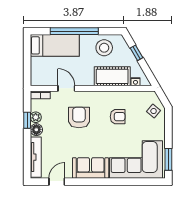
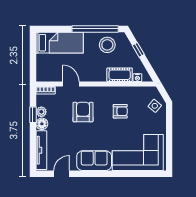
window: (74, 31) -> (95, 29), moved
cot: (112, 76) -> (120, 75), width x0.73, depth x0.75
window: (168, 159) -> (169, 152), removed

